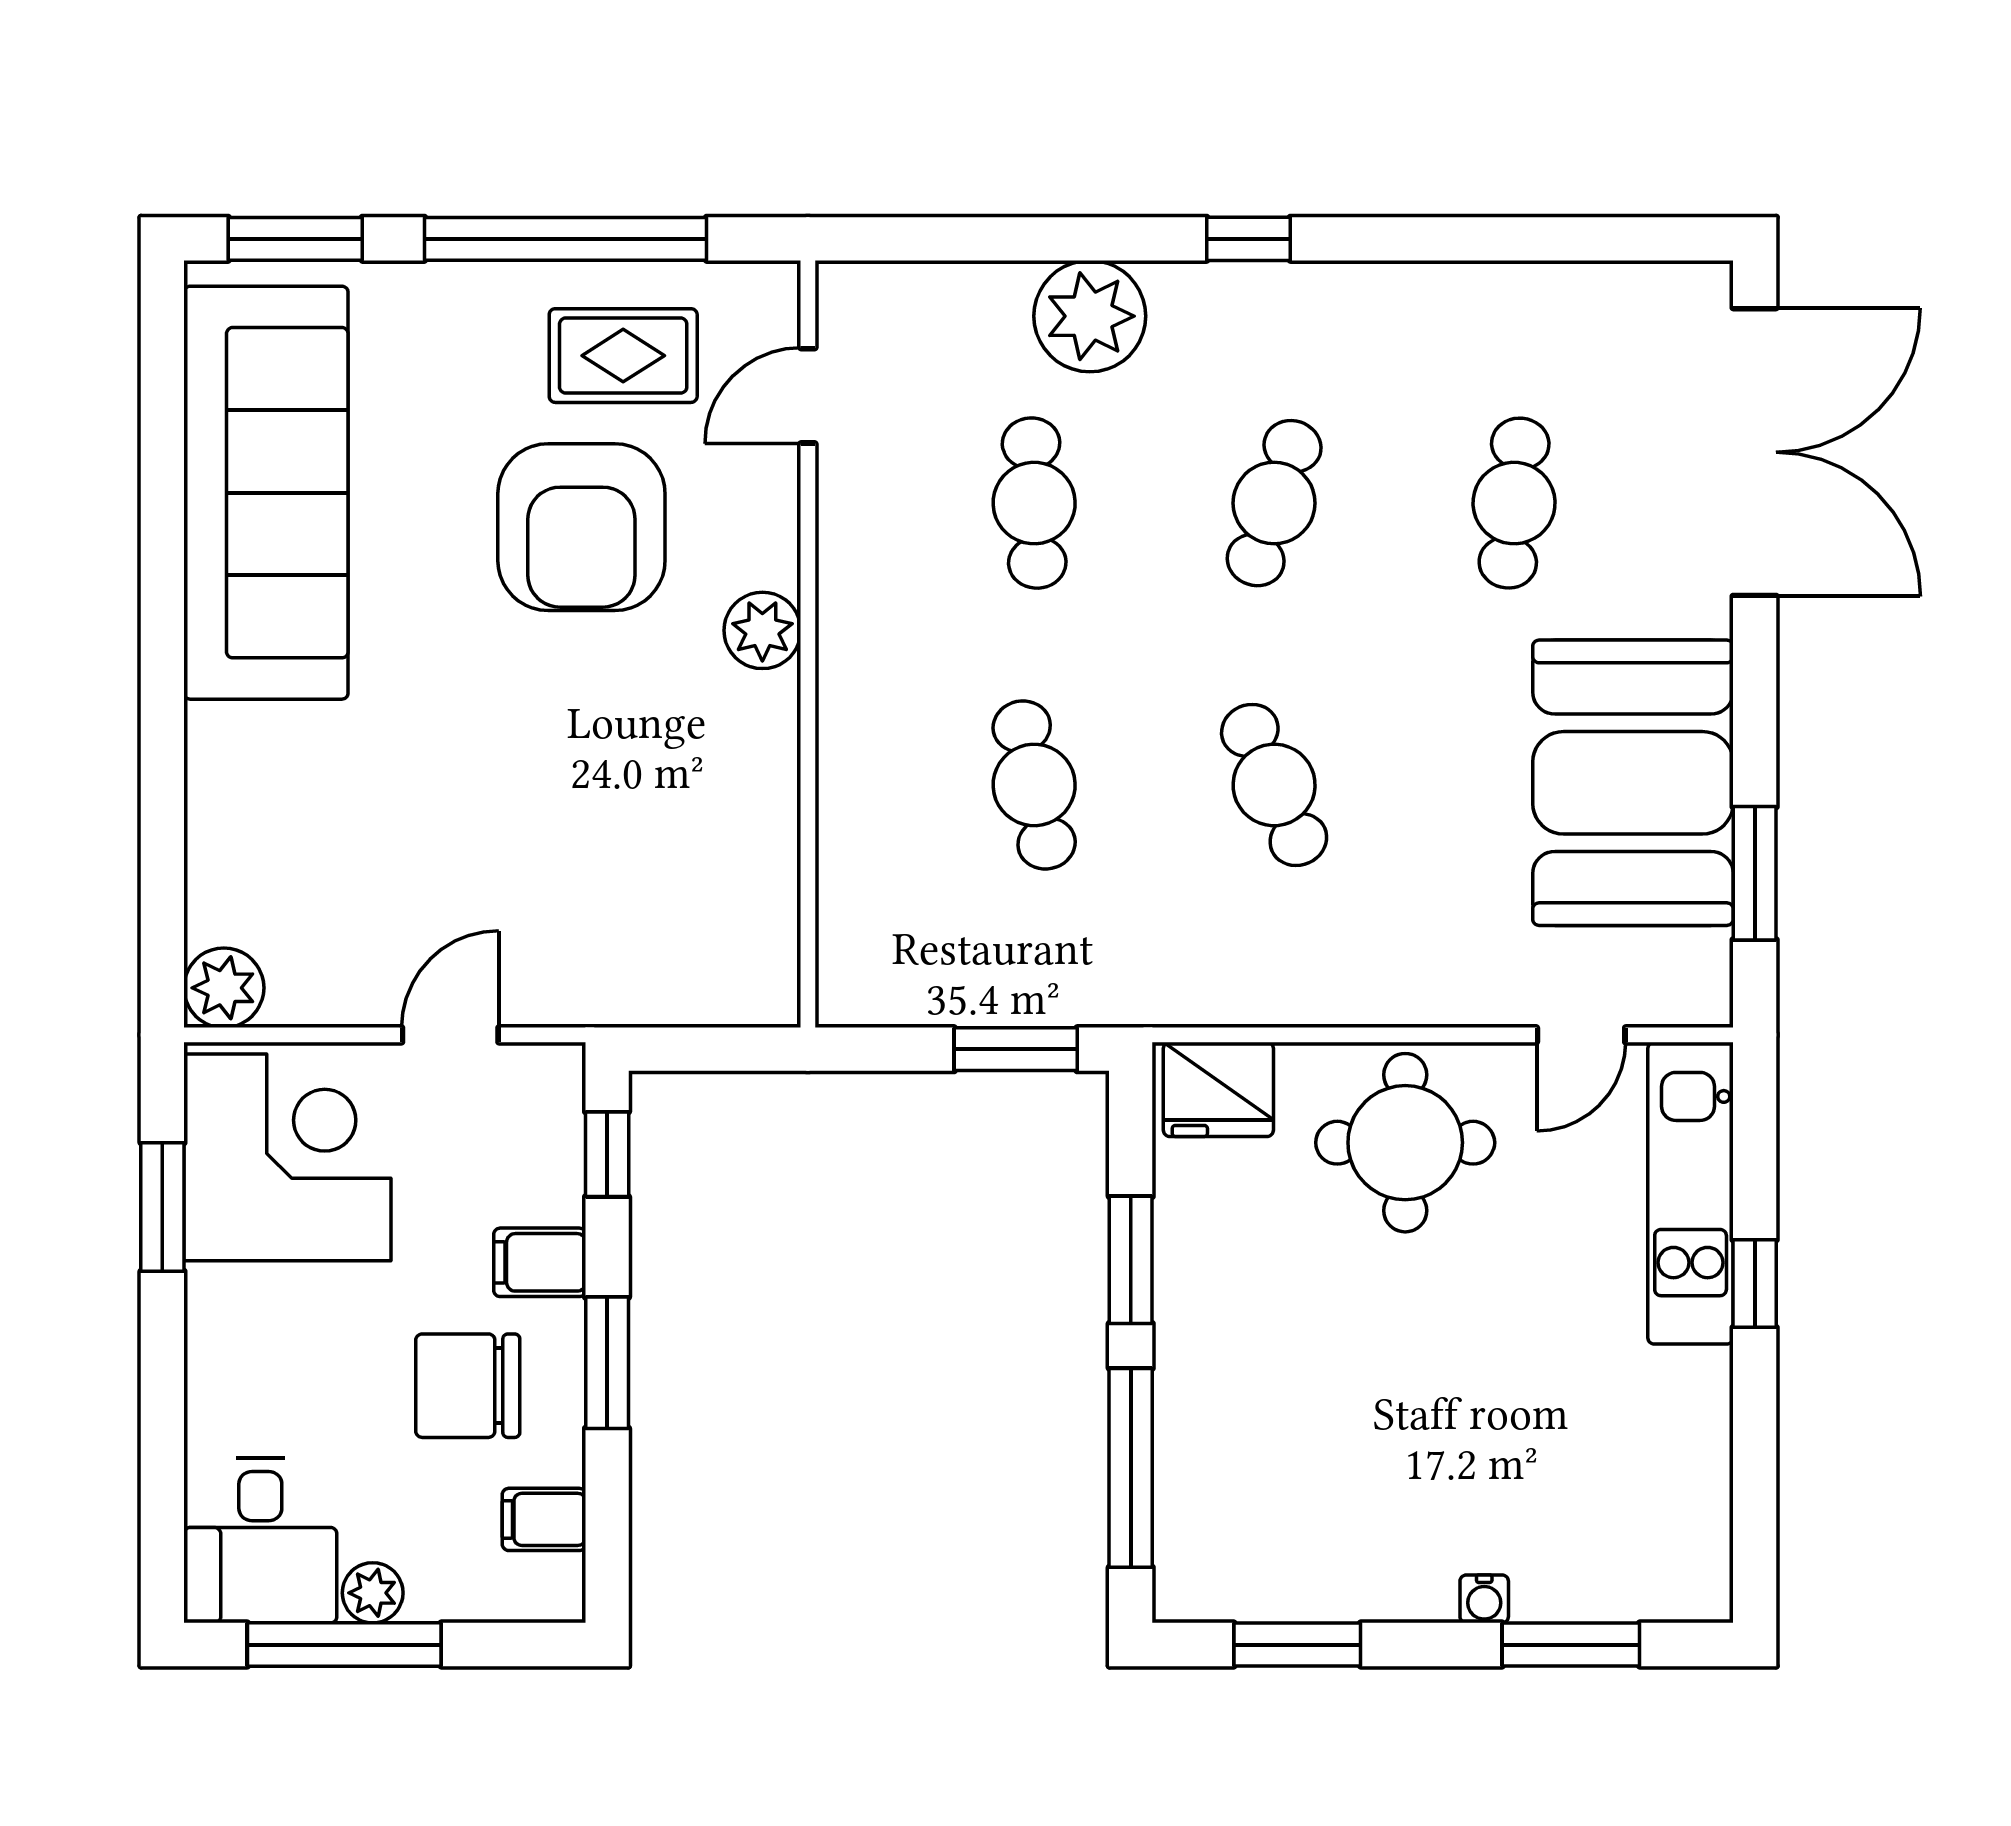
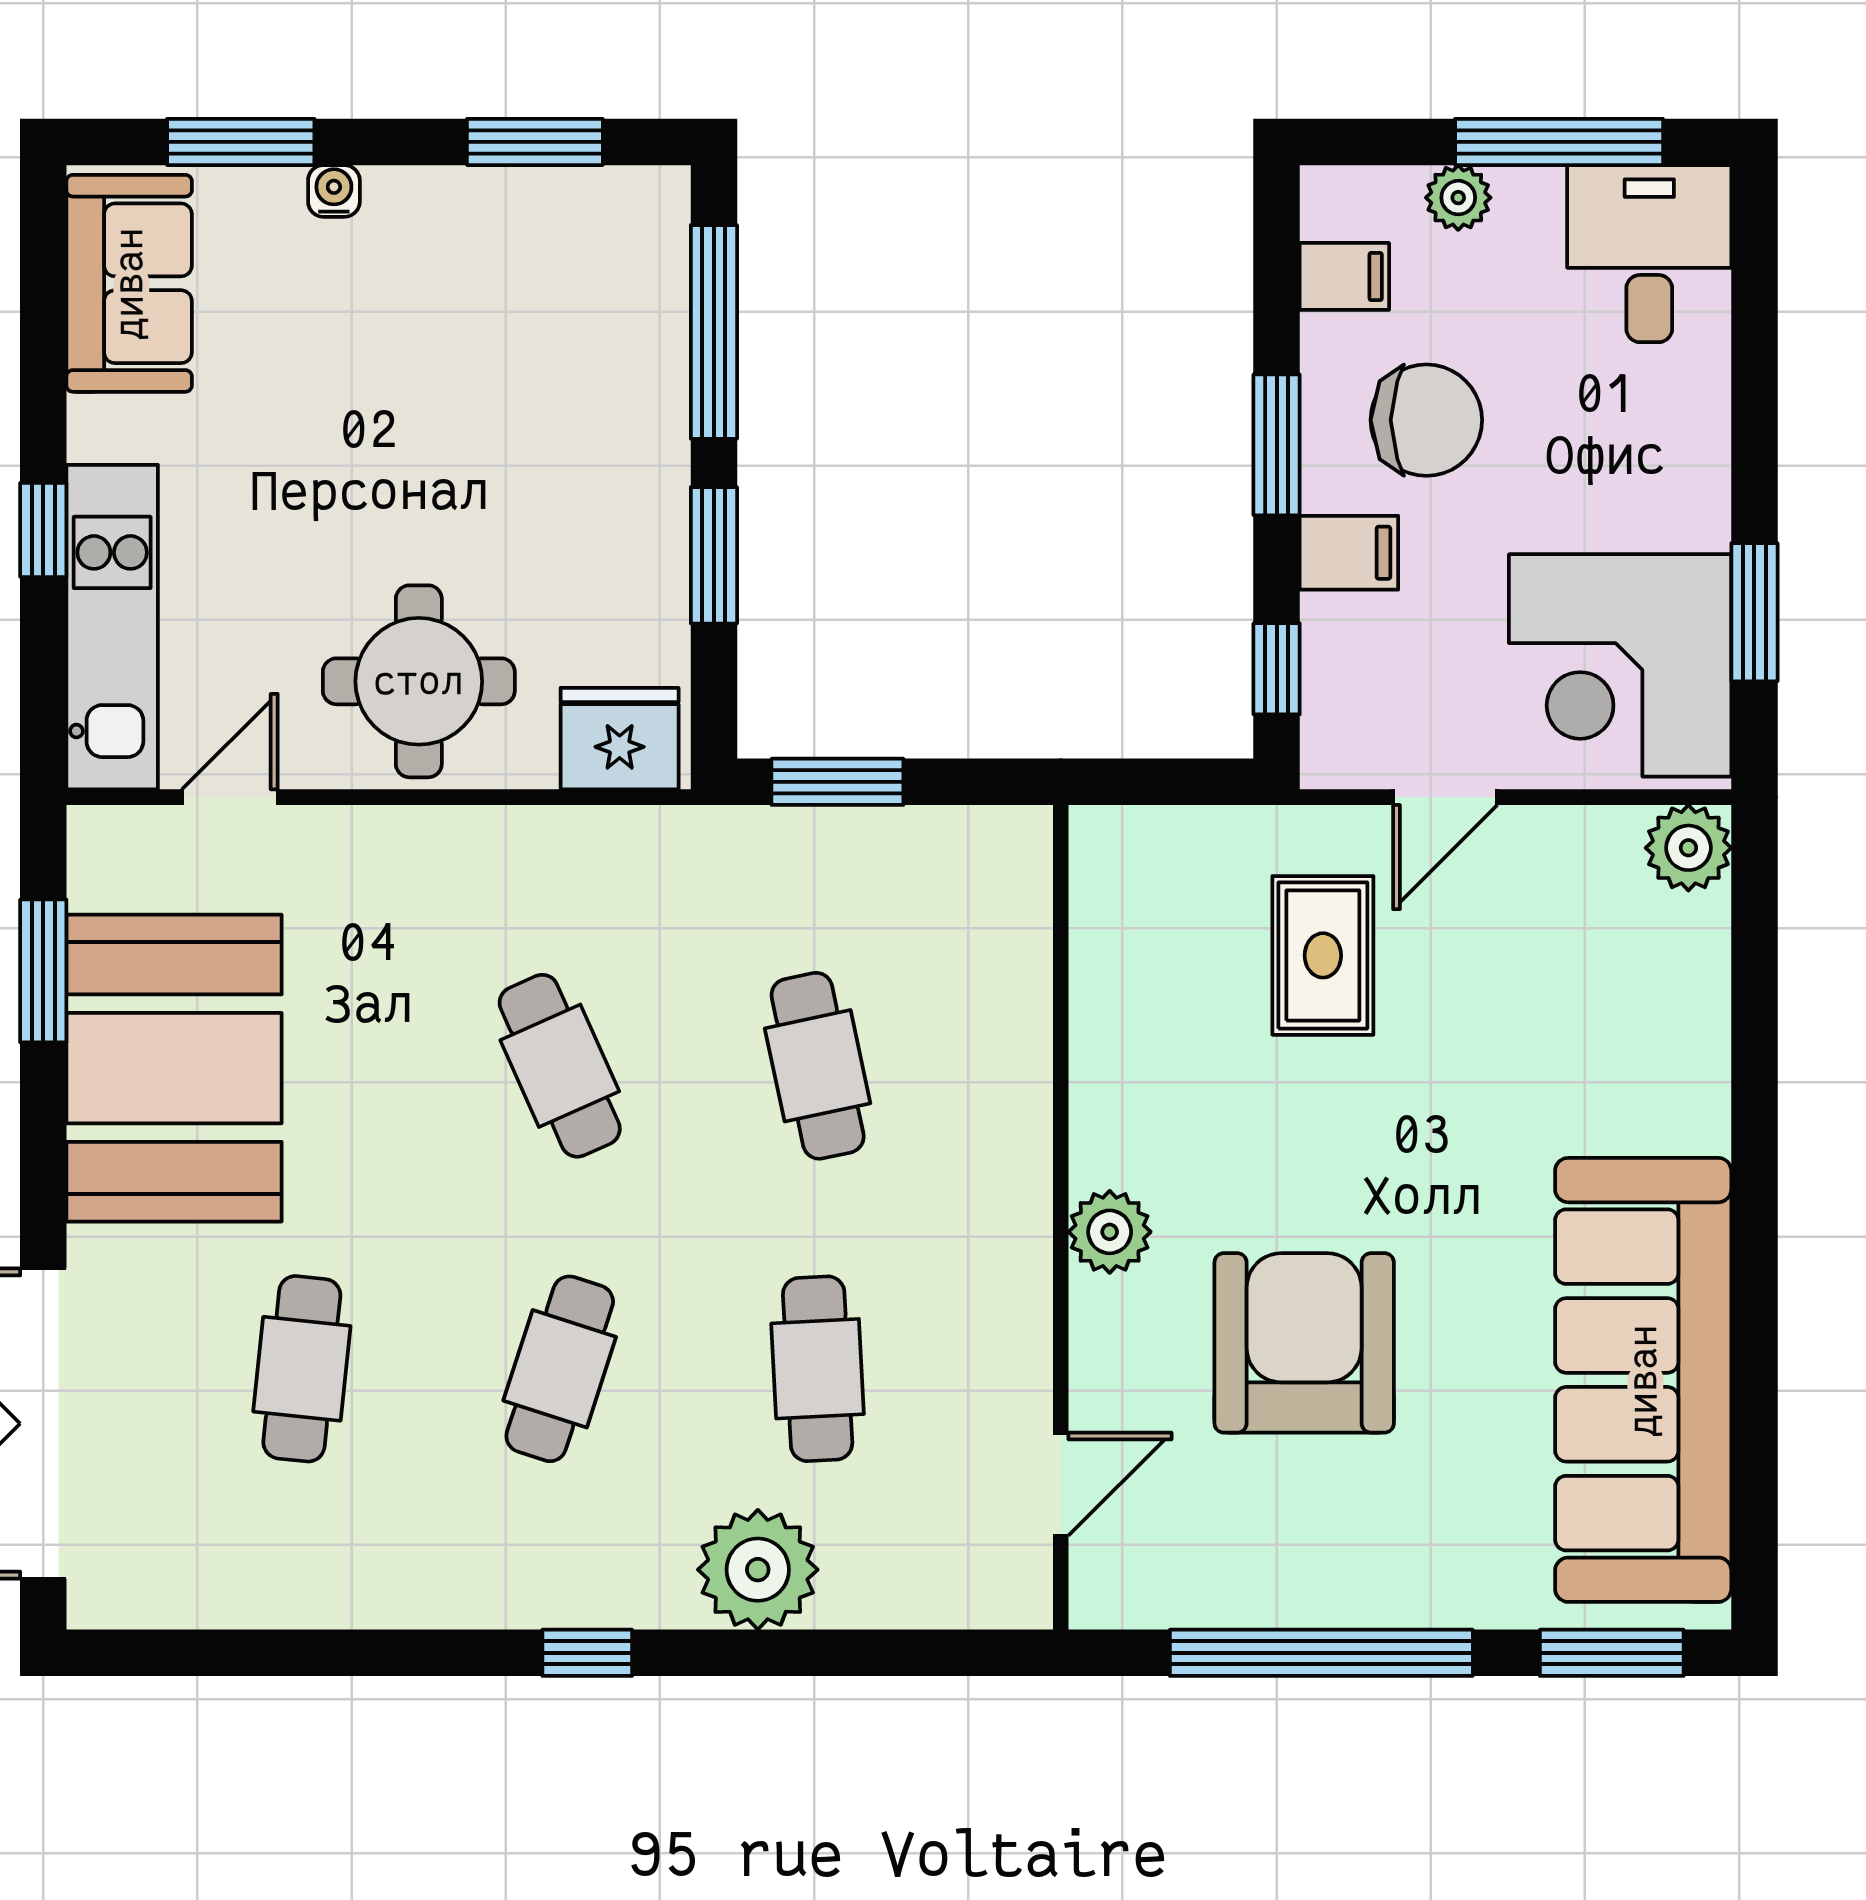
rug: (623, 356) -> (1323, 955), moved, turned 90
sofa: (1675, 1513) -> (129, 283), added
plant: (373, 1593) -> (1458, 198), moved

